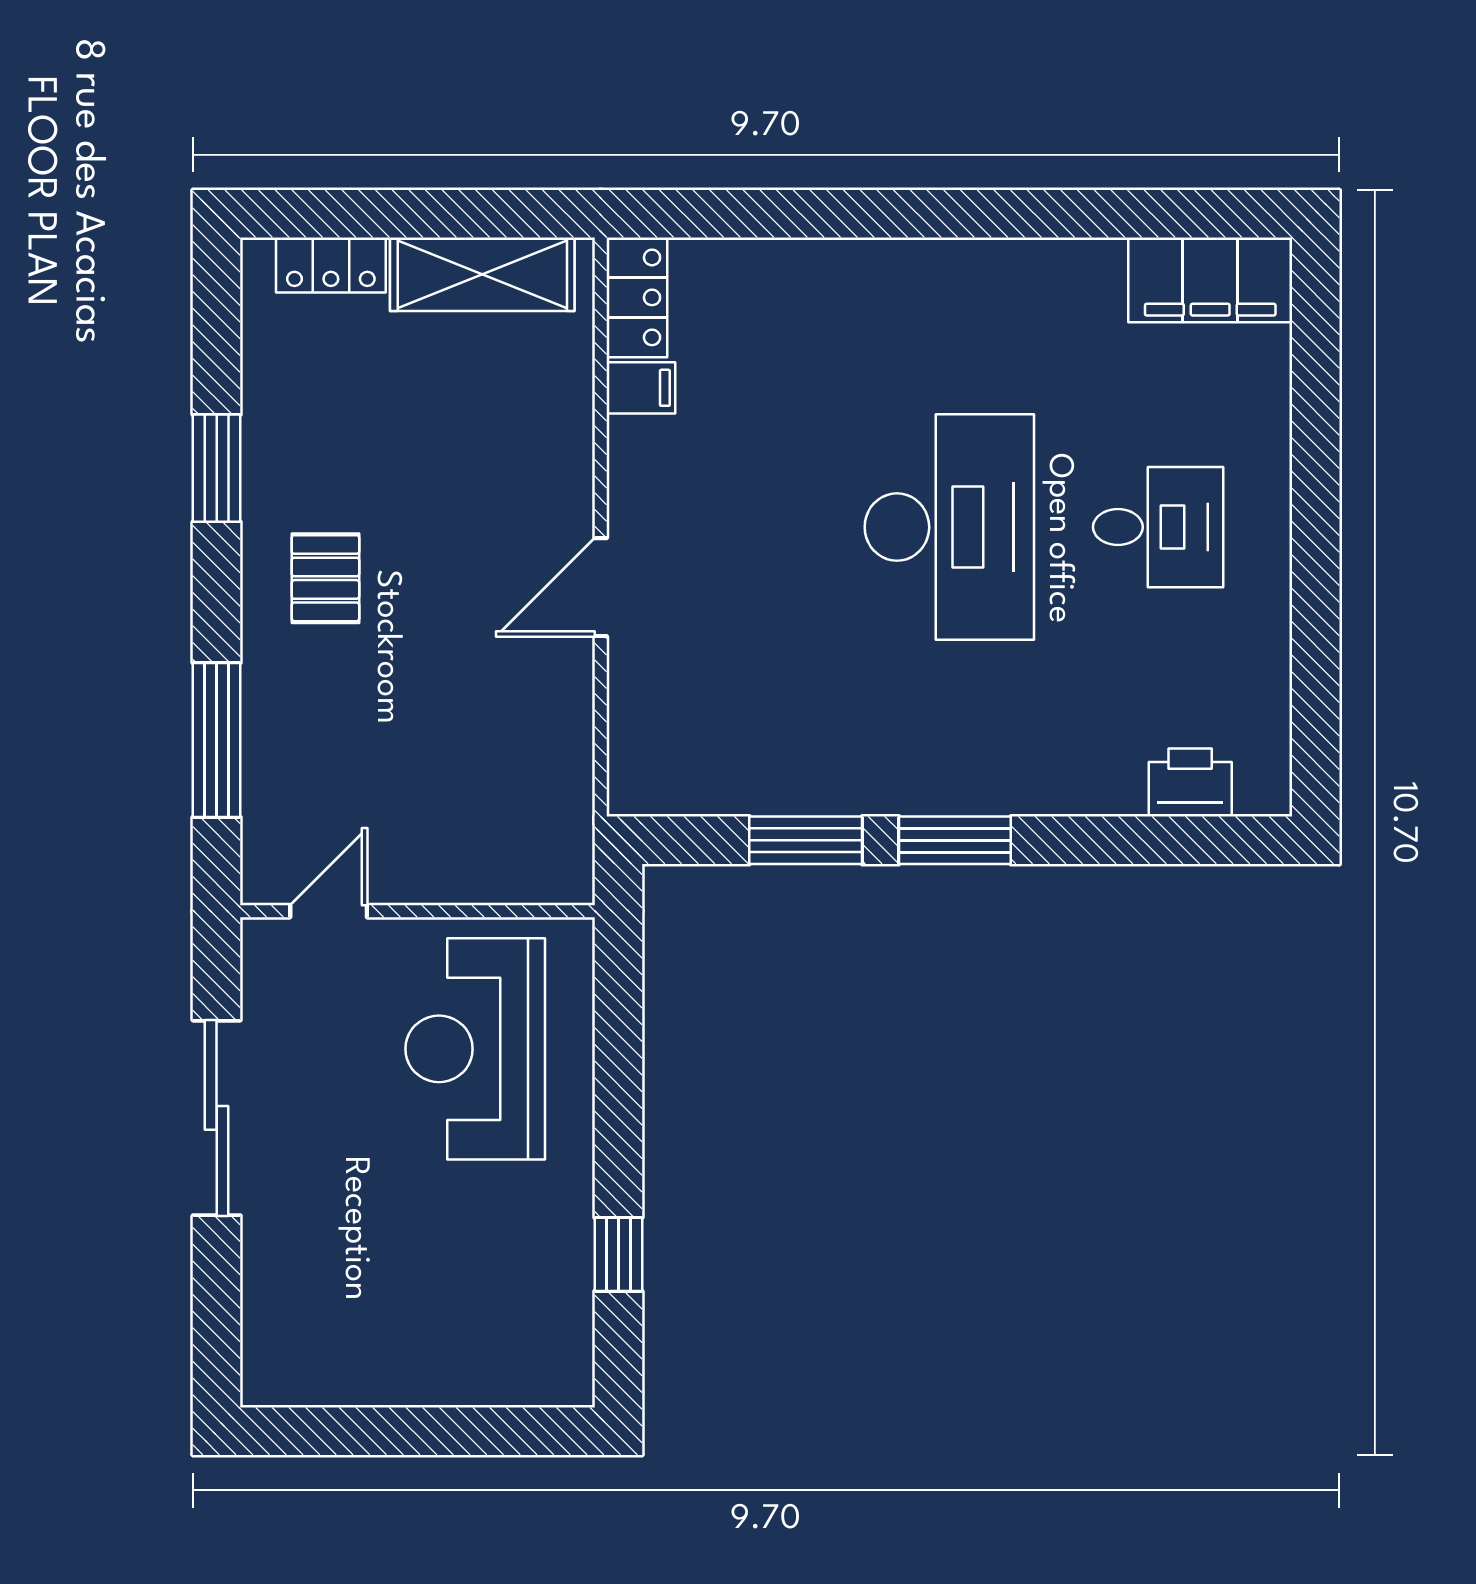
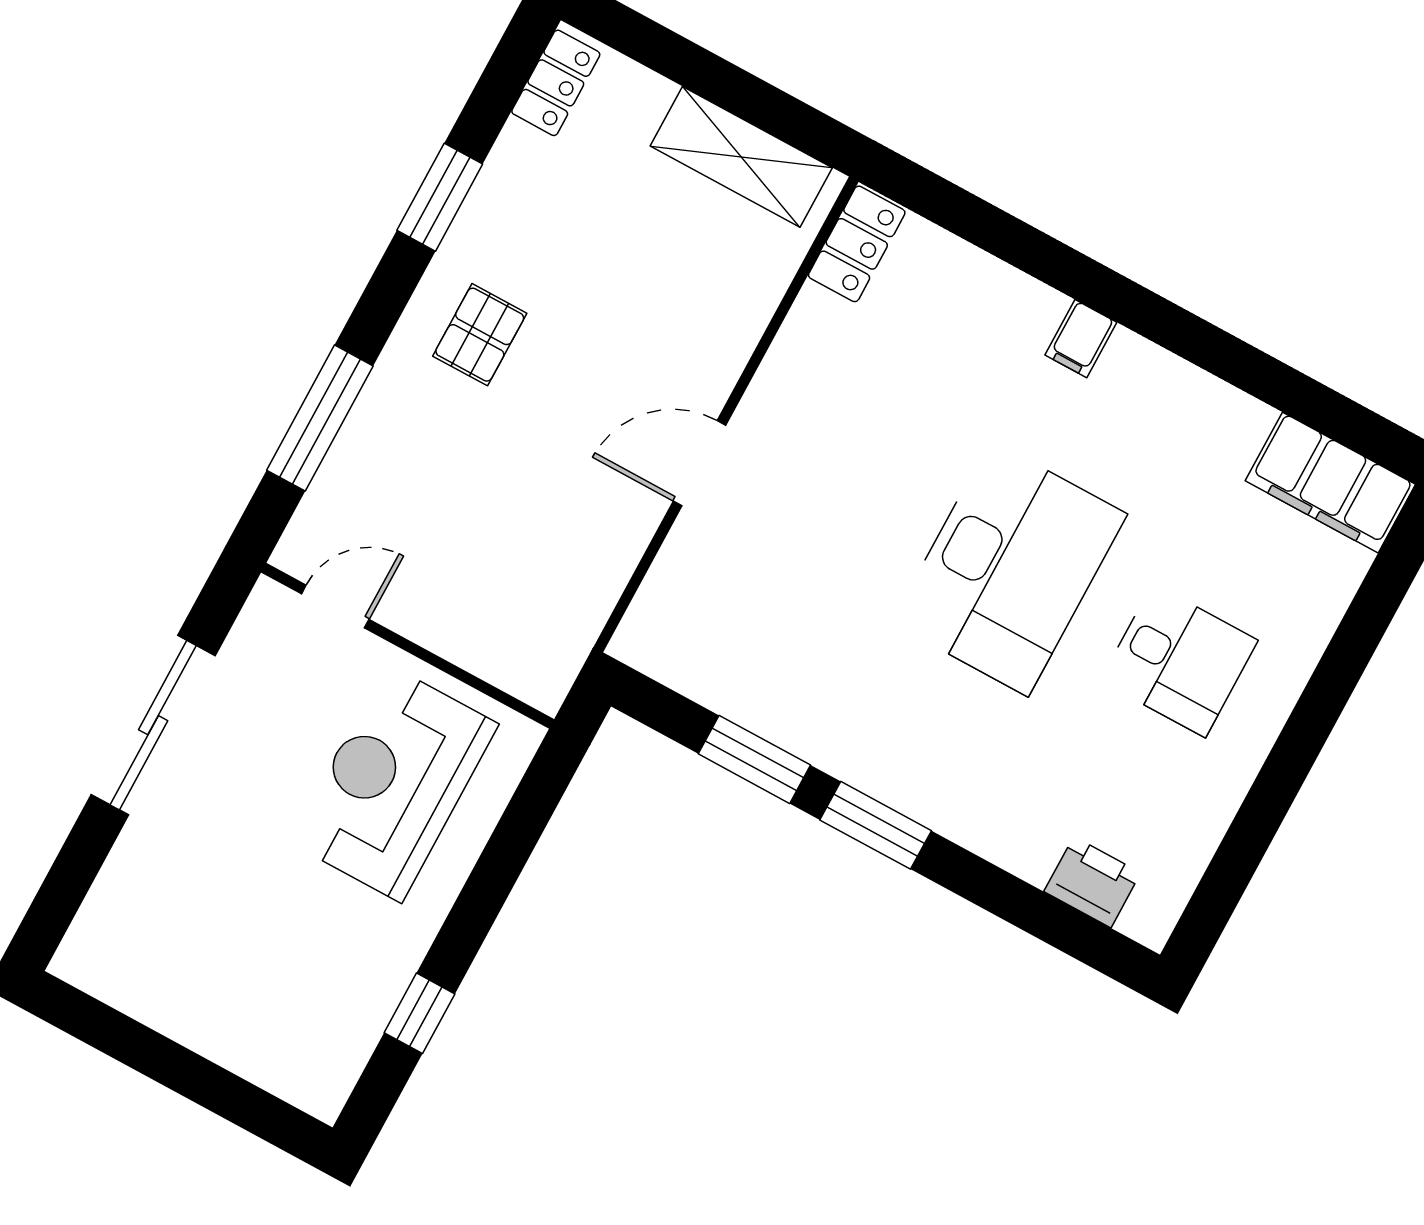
locker: (331, 265) -> (556, 83), moved, turned -90
filing cabinet: (641, 388) -> (1081, 339), moved, turned 90

